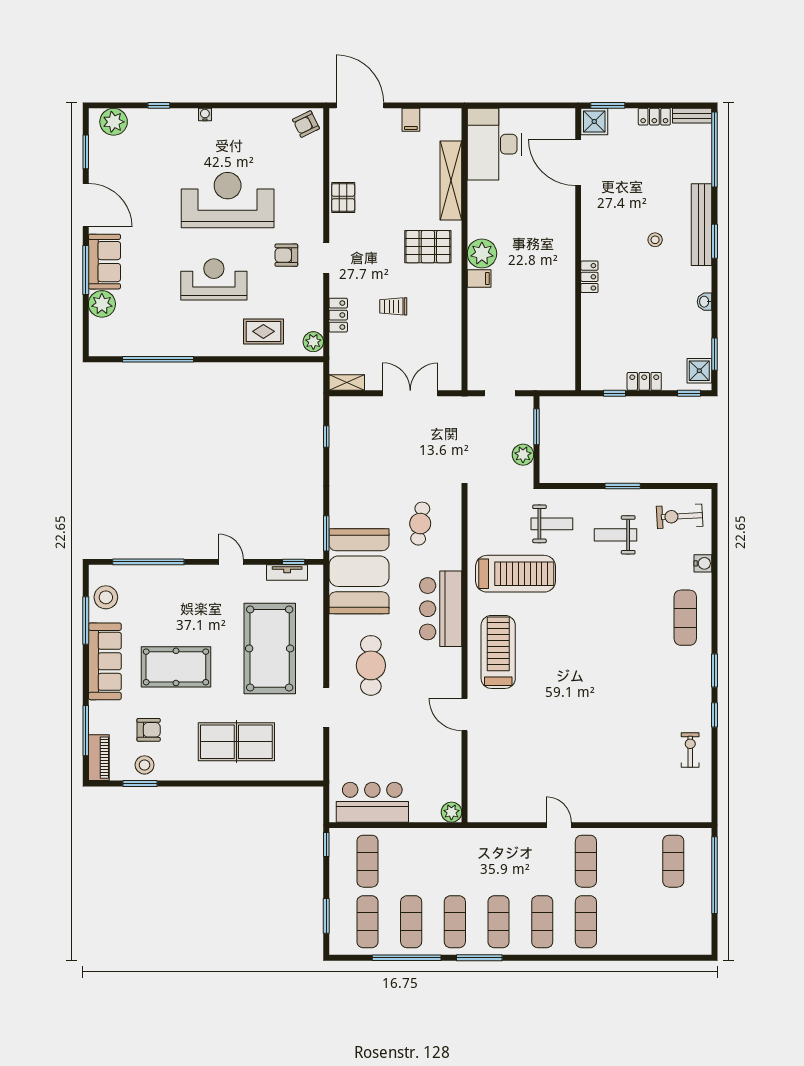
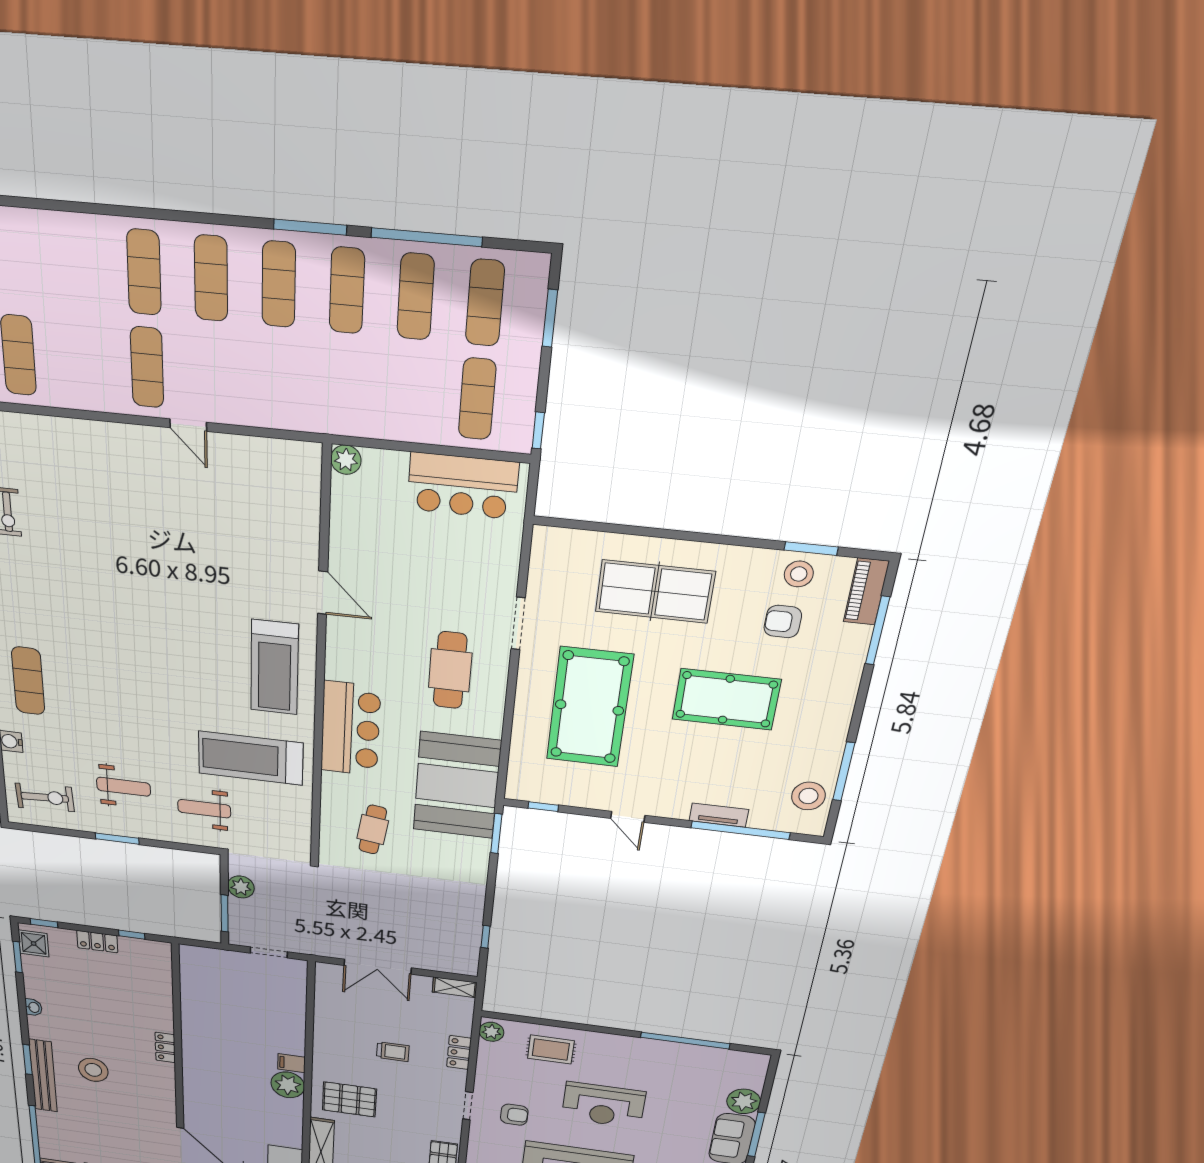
stool: (655, 240) -> (93, 1070), width x1.89, depth x1.89
tv unit: (287, 572) -> (719, 815), moved
sofa: (105, 661) -> (828, 718), removed

